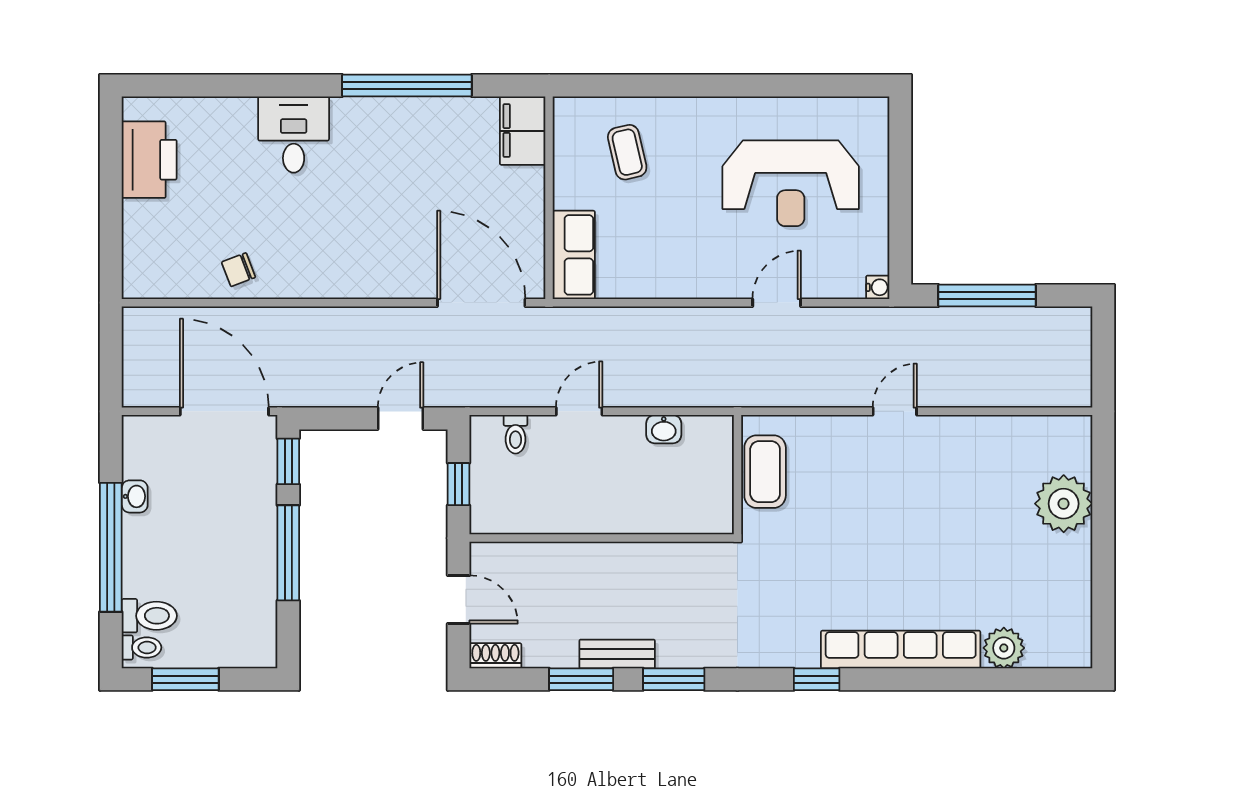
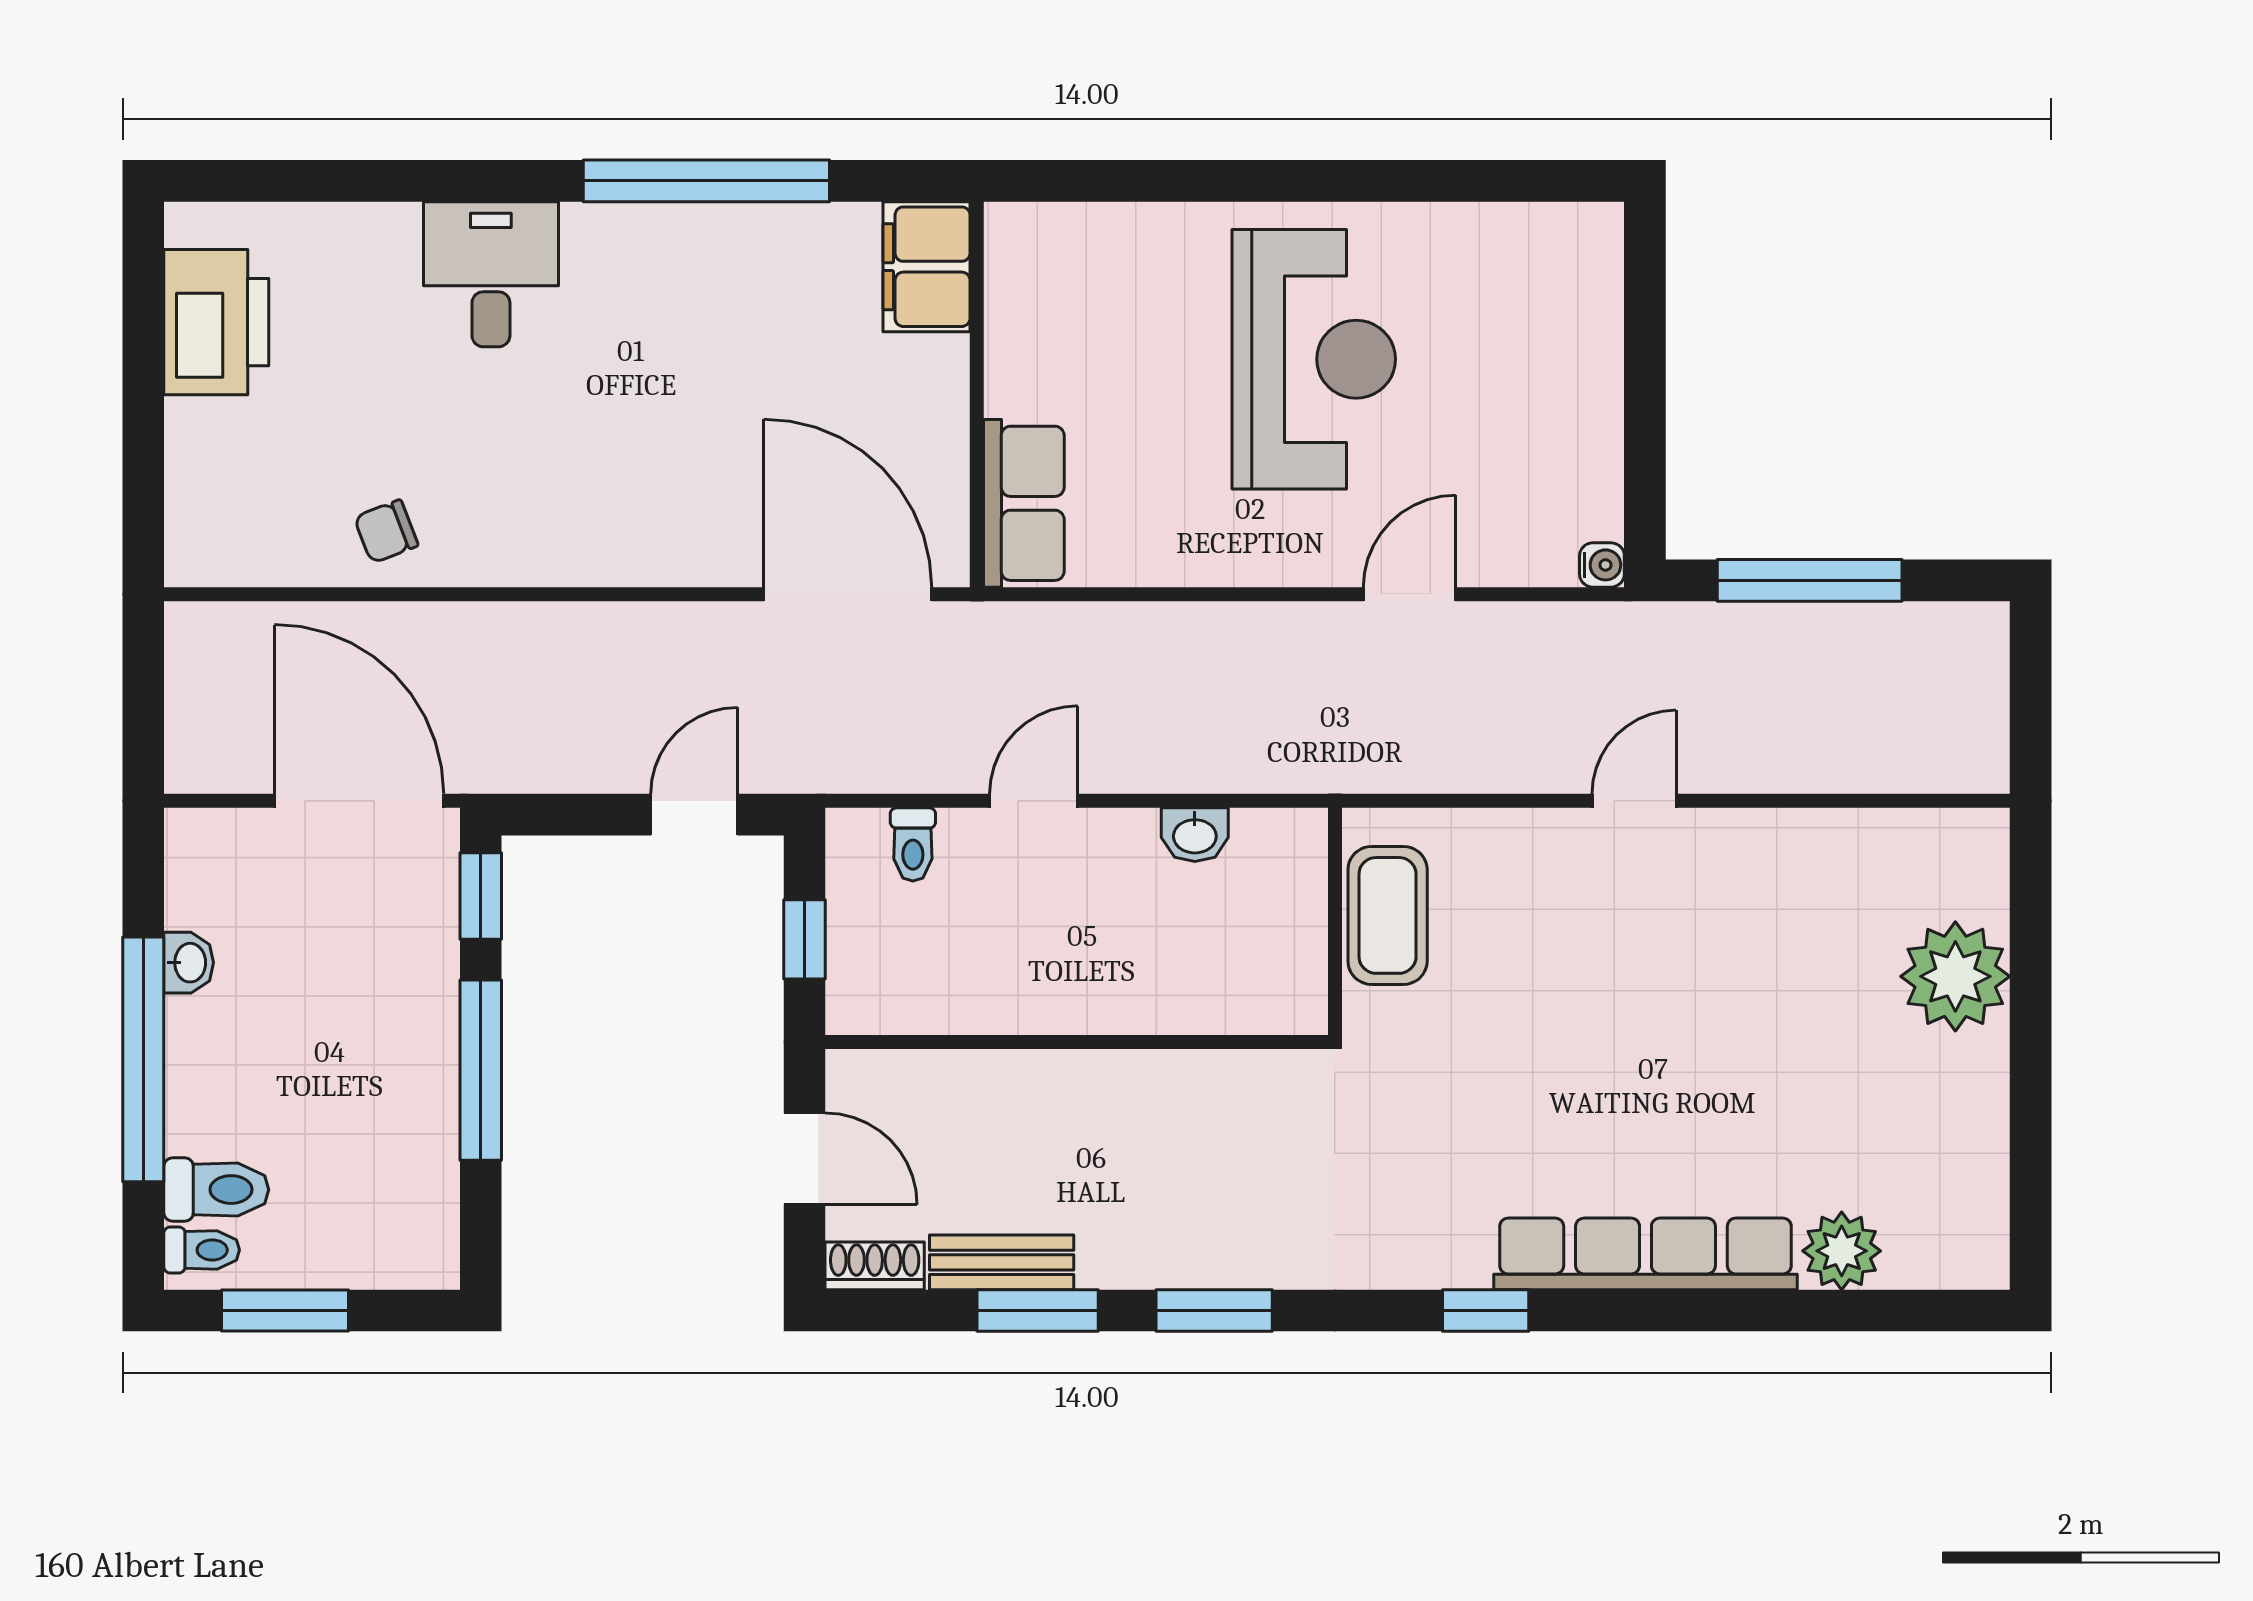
coffee table: (627, 152) -> (1125, 308), removed
reception desk: (791, 183) -> (1314, 359), moved, turned -90
bench: (617, 654) -> (1002, 1262), moved

